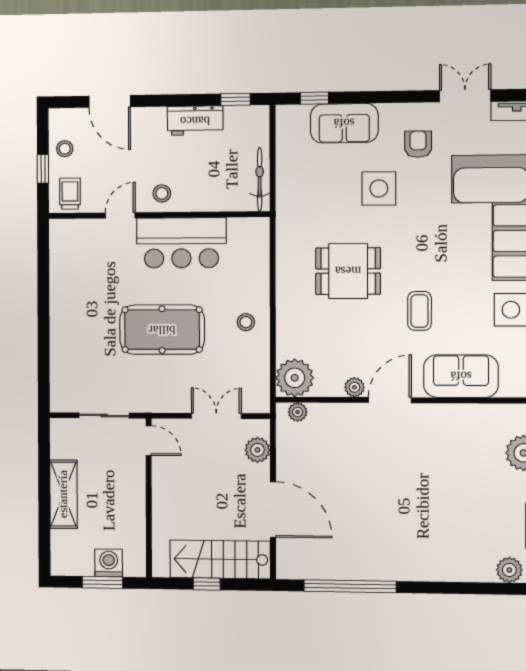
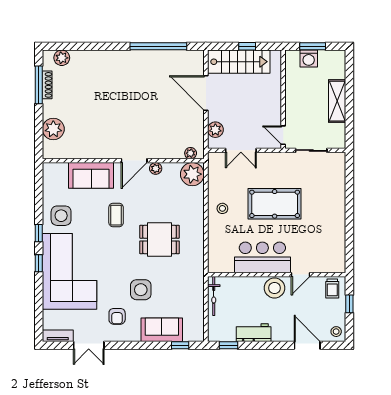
stool: (65, 149) -> (336, 332), moved
stool: (162, 193) -> (275, 288), width x1.89, depth x1.89

